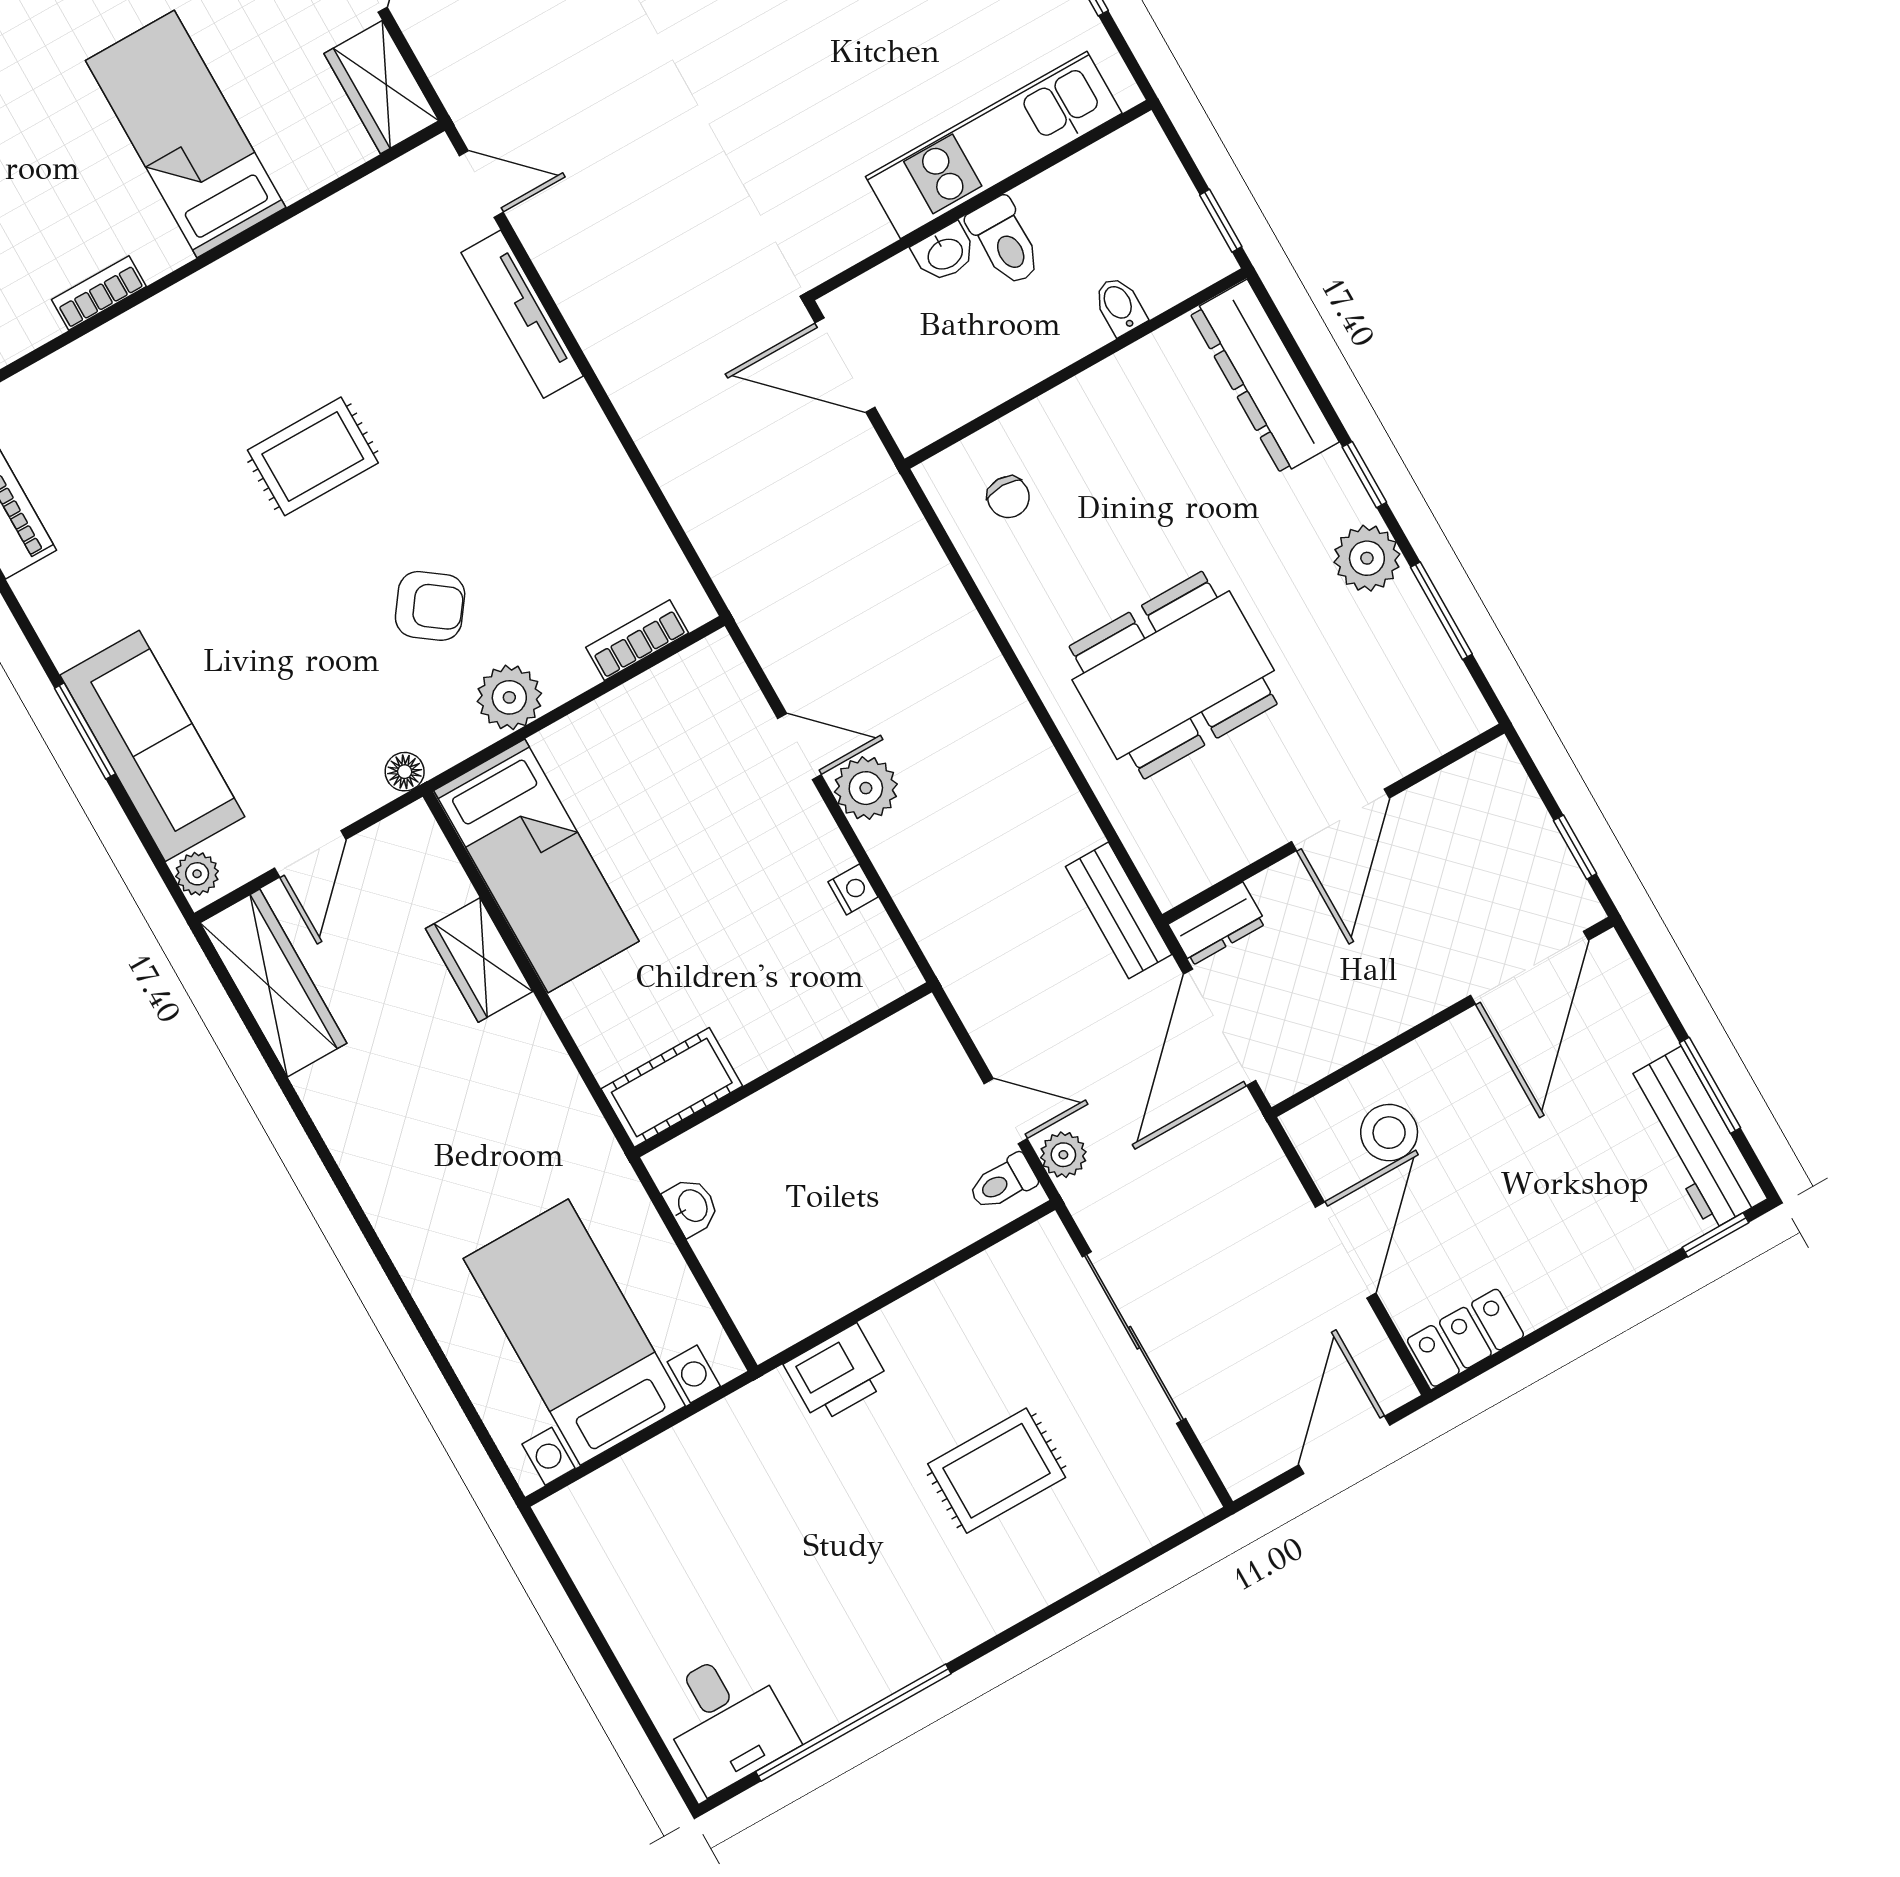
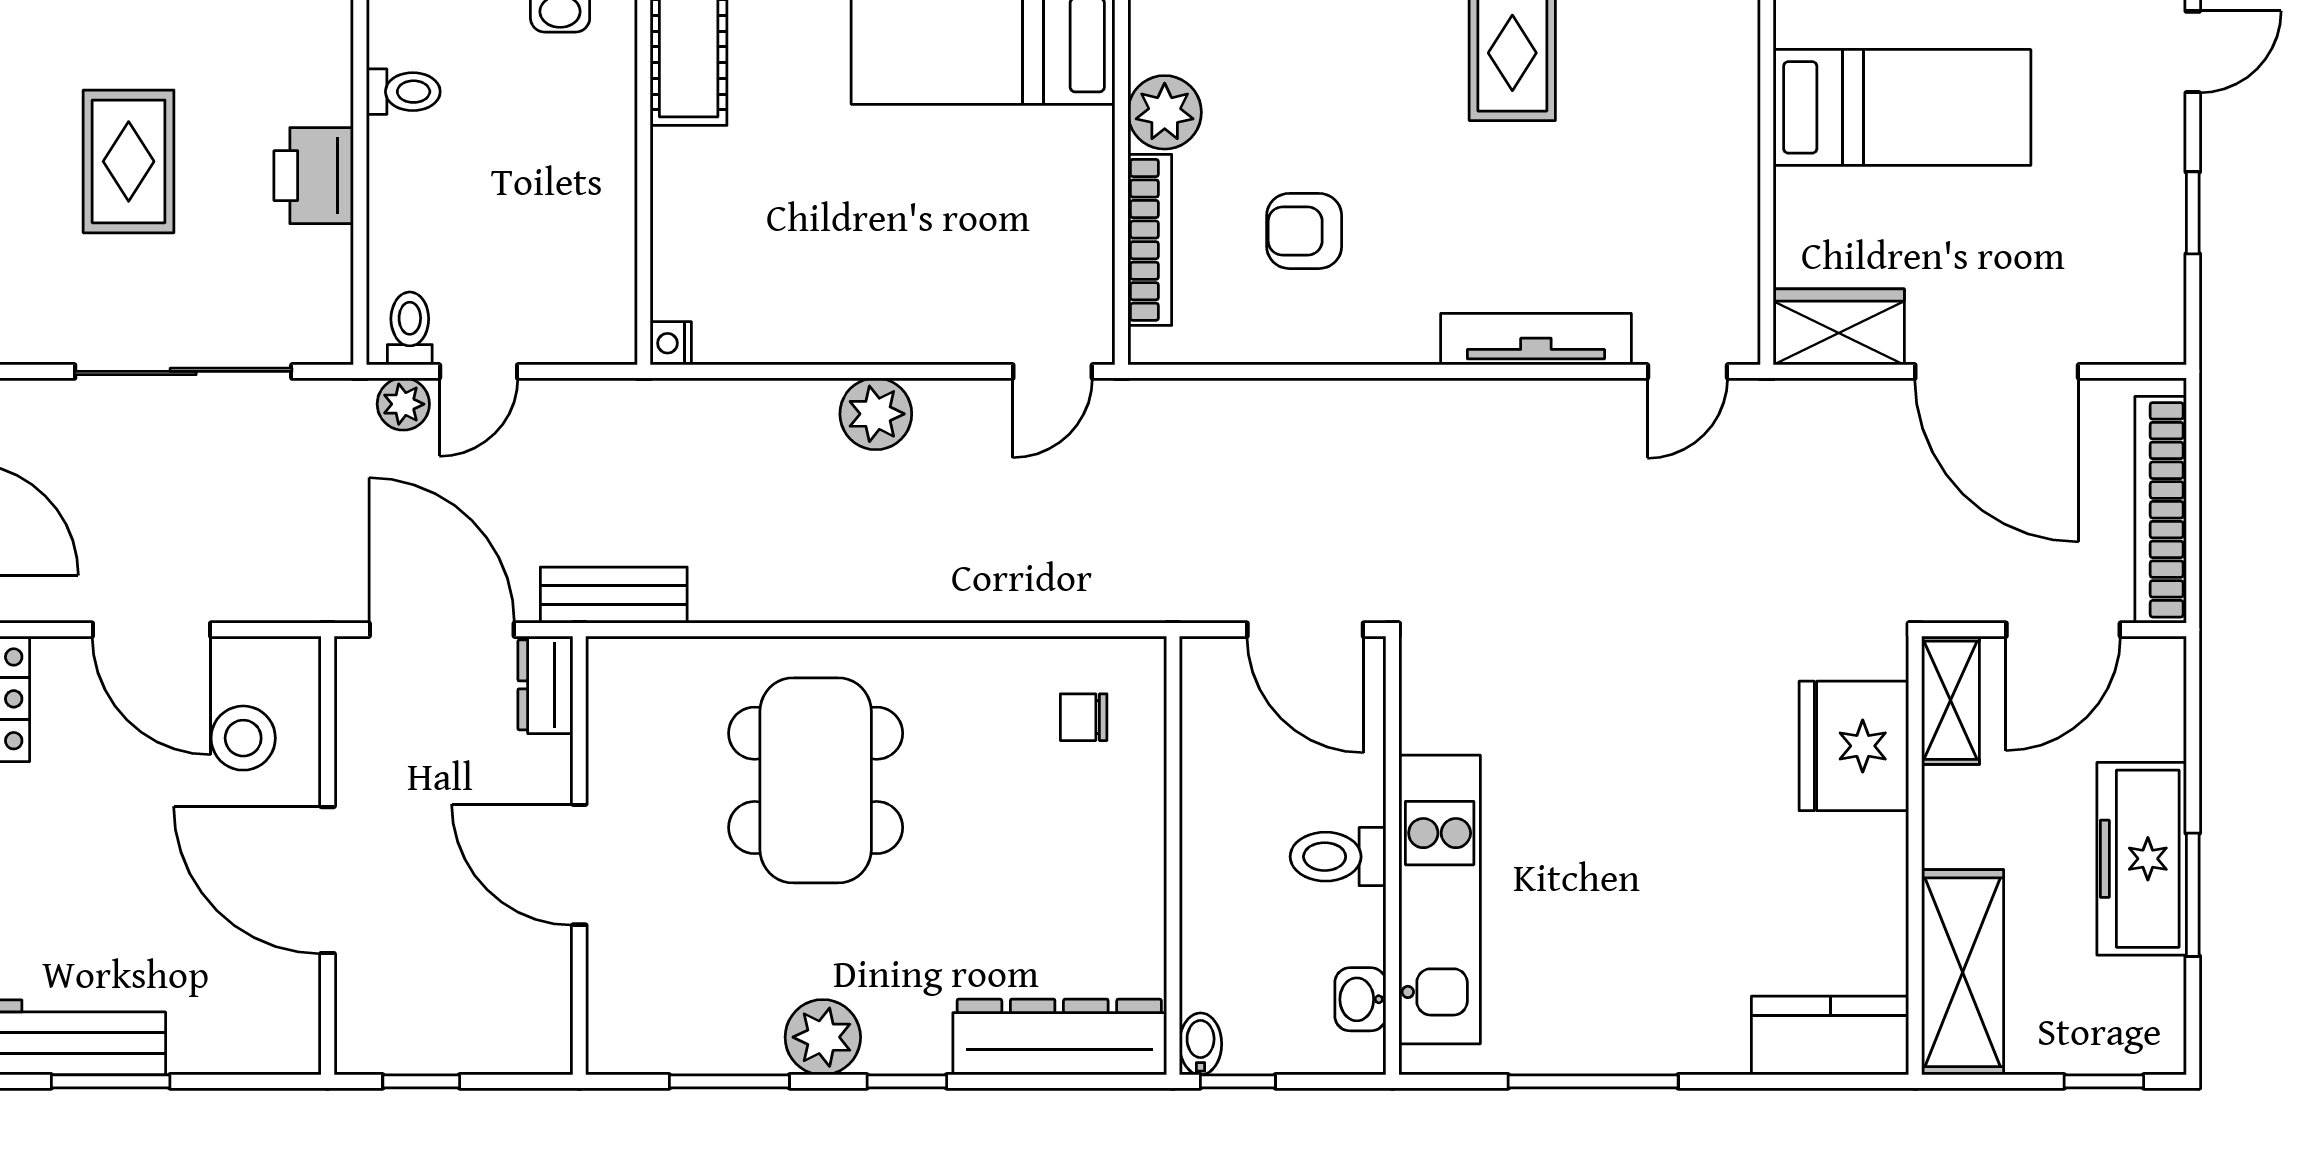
washbasin: (945, 253) -> (1360, 999), moved
bidet: (1120, 306) -> (1201, 1044), moved, turned -90
door: (845, 365) -> (1305, 630), swing flipped
armchair: (430, 606) -> (1304, 231), moved, turned 54
bookcase: (637, 640) -> (1150, 240), width x1.56
door: (799, 747) -> (1053, 371), moved
nightstand: (853, 889) -> (671, 343), moved, turned 90
door: (1529, 968) -> (328, 880), moved
toilet: (824, 1290) -> (403, 92), added
printer: (837, 1374) -> (314, 176), moved

